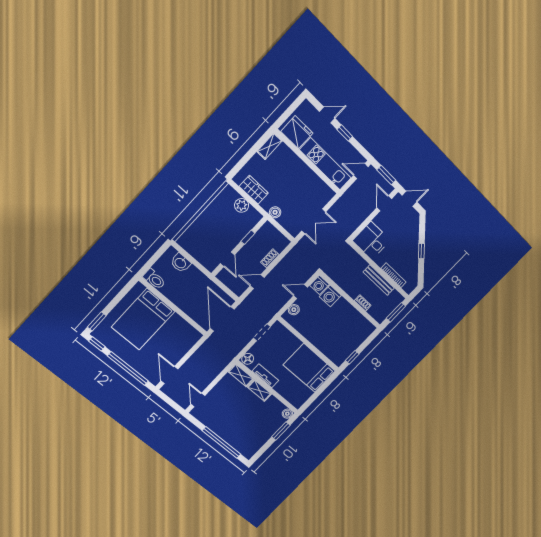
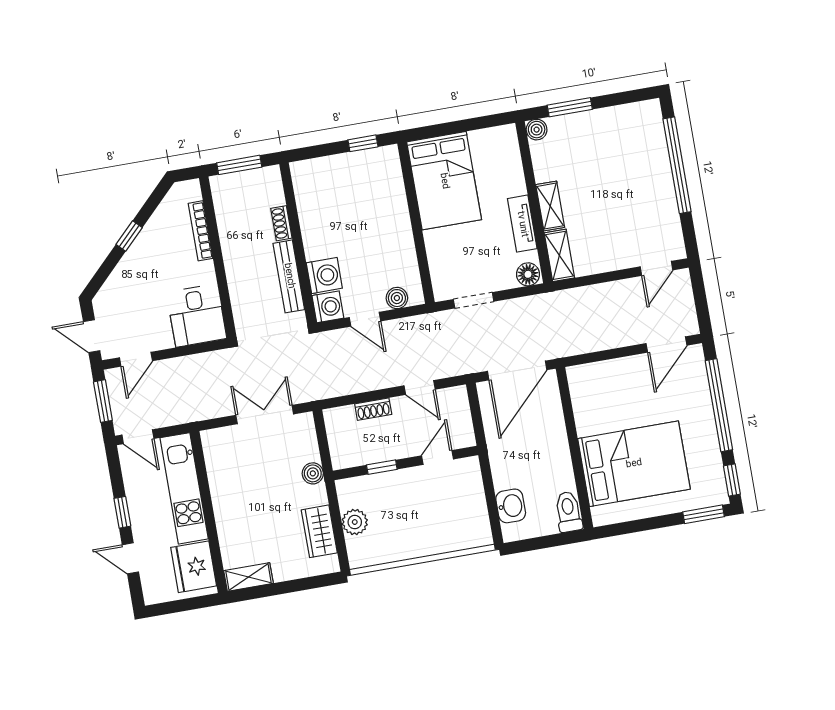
bench: (379, 280) -> (289, 276), moved

